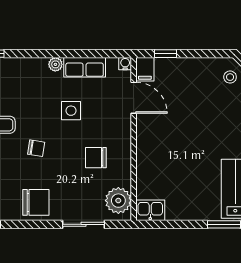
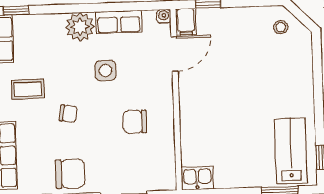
plant: (55, 64) -> (80, 27), width x1.87, depth x1.87
door: (134, 98) -> (175, 54), hinge flipped
plant: (118, 201) -> (162, 169), removed

